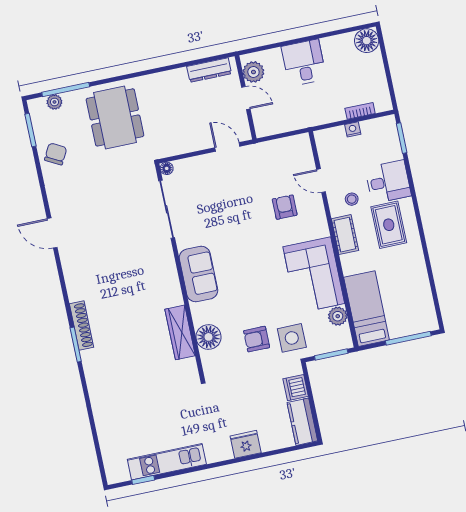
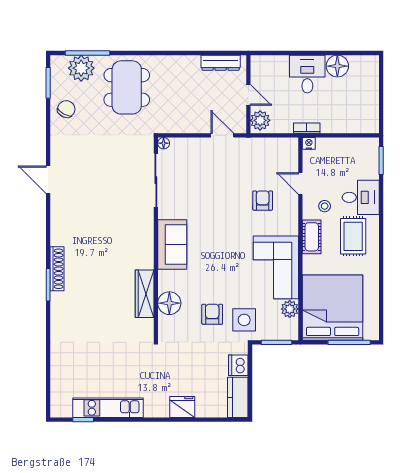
floor lamp: (367, 41) -> (337, 66), moved
plant: (253, 72) -> (260, 120), moved
plant: (54, 102) -> (81, 68), width x1.87, depth x1.87
bookcase: (360, 111) -> (307, 128), moved
nightstand: (353, 129) -> (309, 143), moved
bed: (367, 309) -> (333, 308), width x2.04
armchair: (257, 339) -> (212, 314), turned 90

